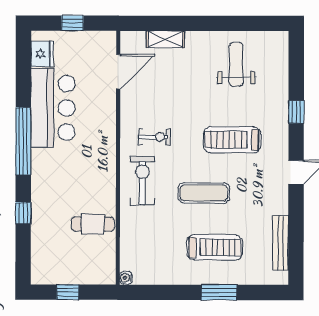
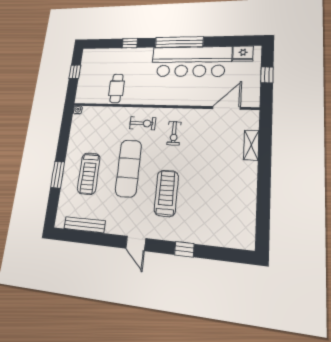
weight bench: (236, 64) -> (228, 202), removed
door: (118, 72) -> (226, 108), swing flipped
bar counter: (53, 108) -> (191, 62), width x1.36
exercise bike: (142, 181) -> (143, 123), width x0.73, depth x0.72
exercise mat: (204, 193) -> (128, 168), width x1.36, depth x1.45

